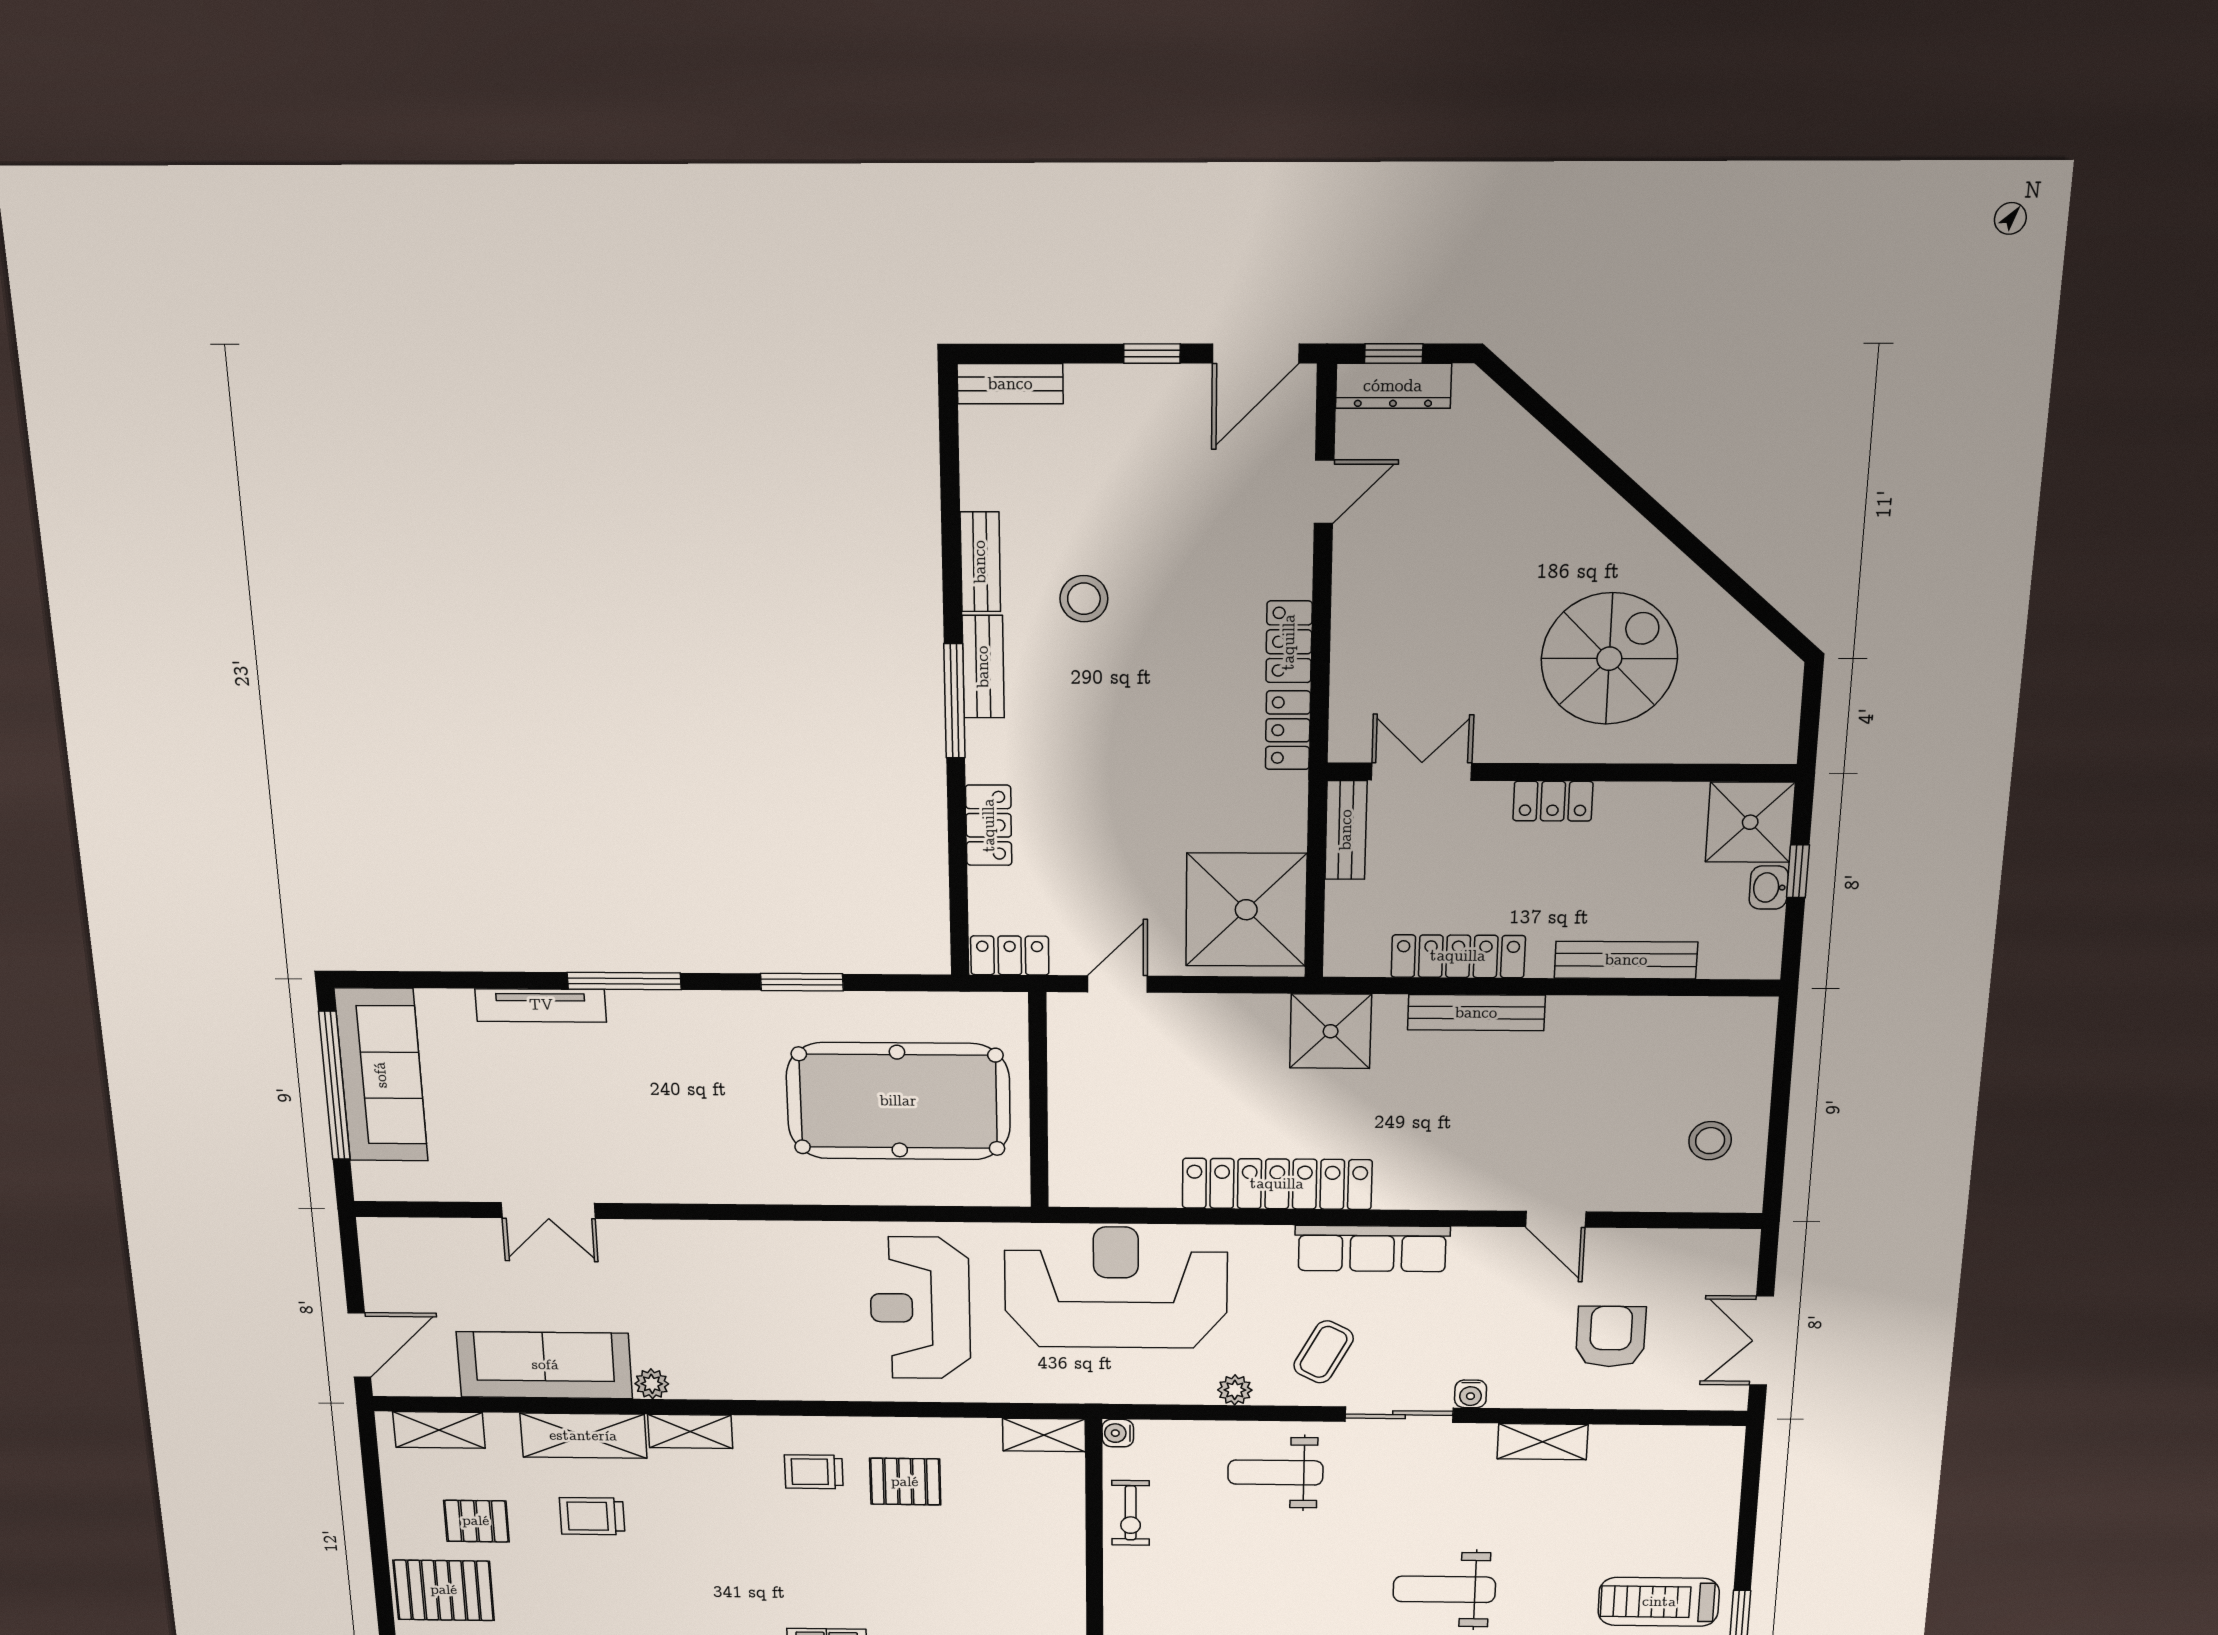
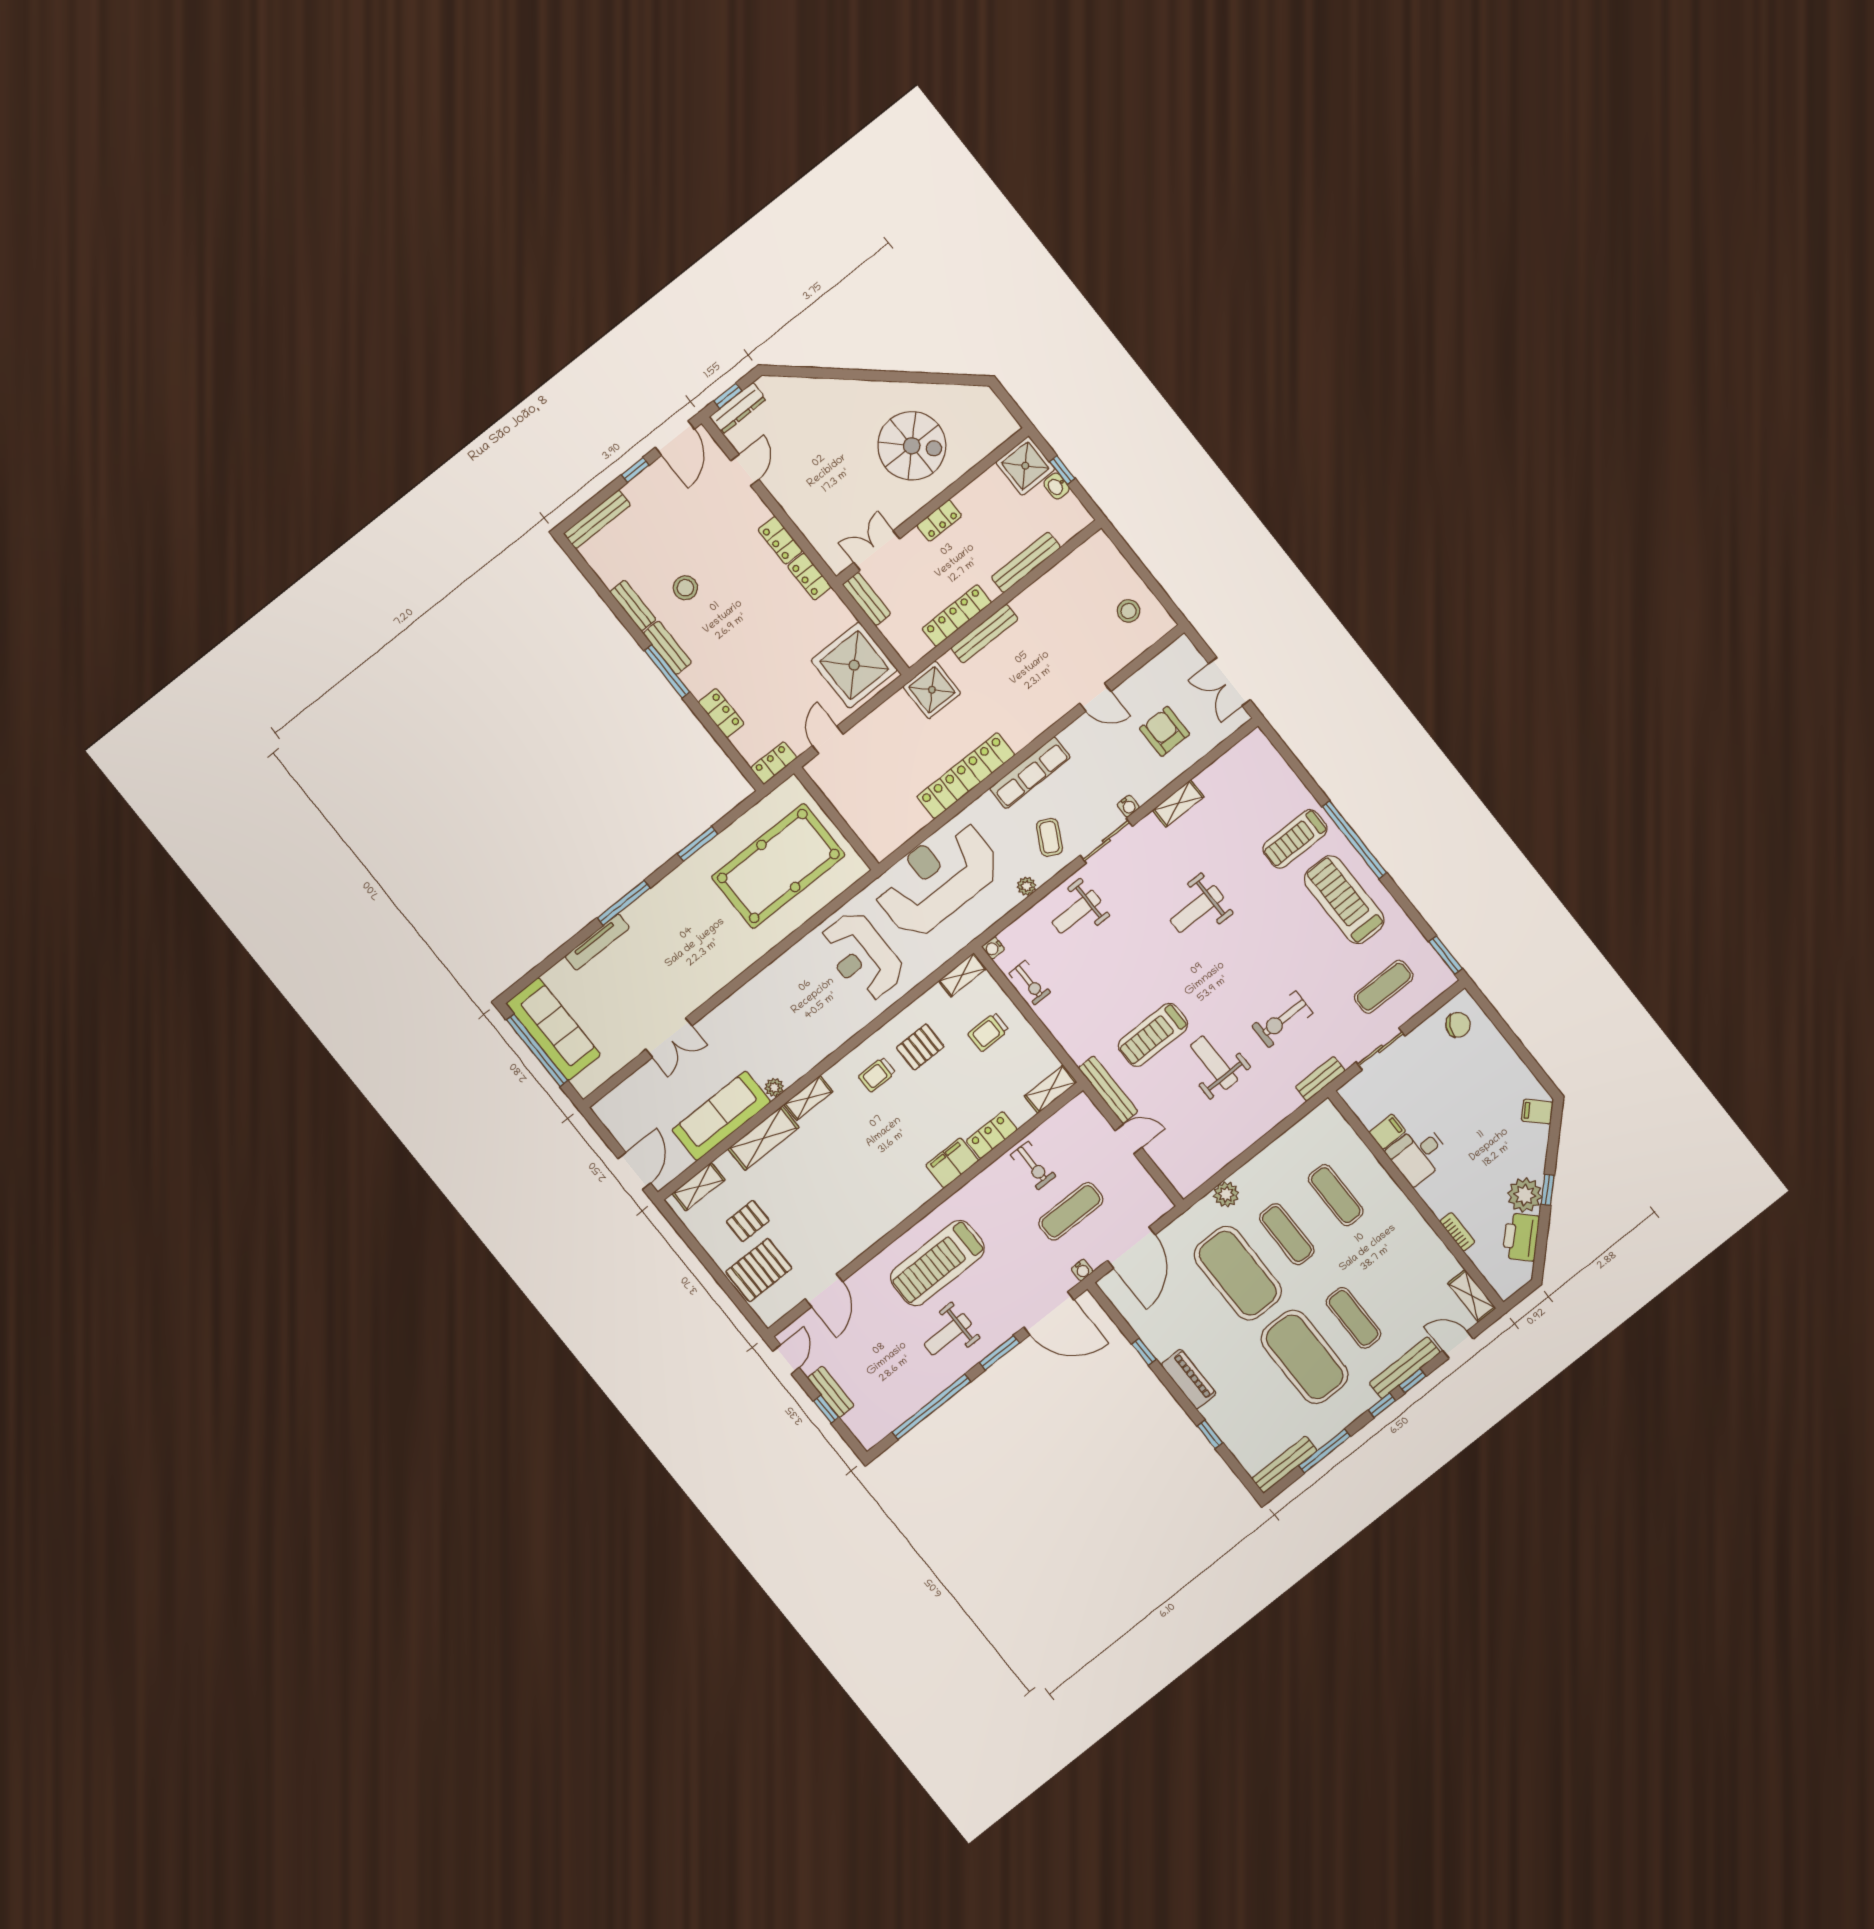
bench: (1010, 384) -> (597, 519), width x1.36
spiral stairs: (1609, 659) -> (912, 446), turned 90
trolley: (592, 1516) -> (988, 1032), moved

